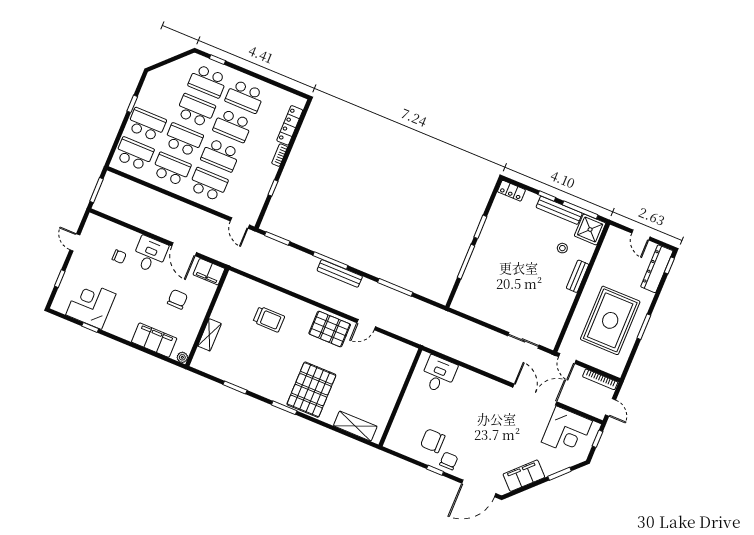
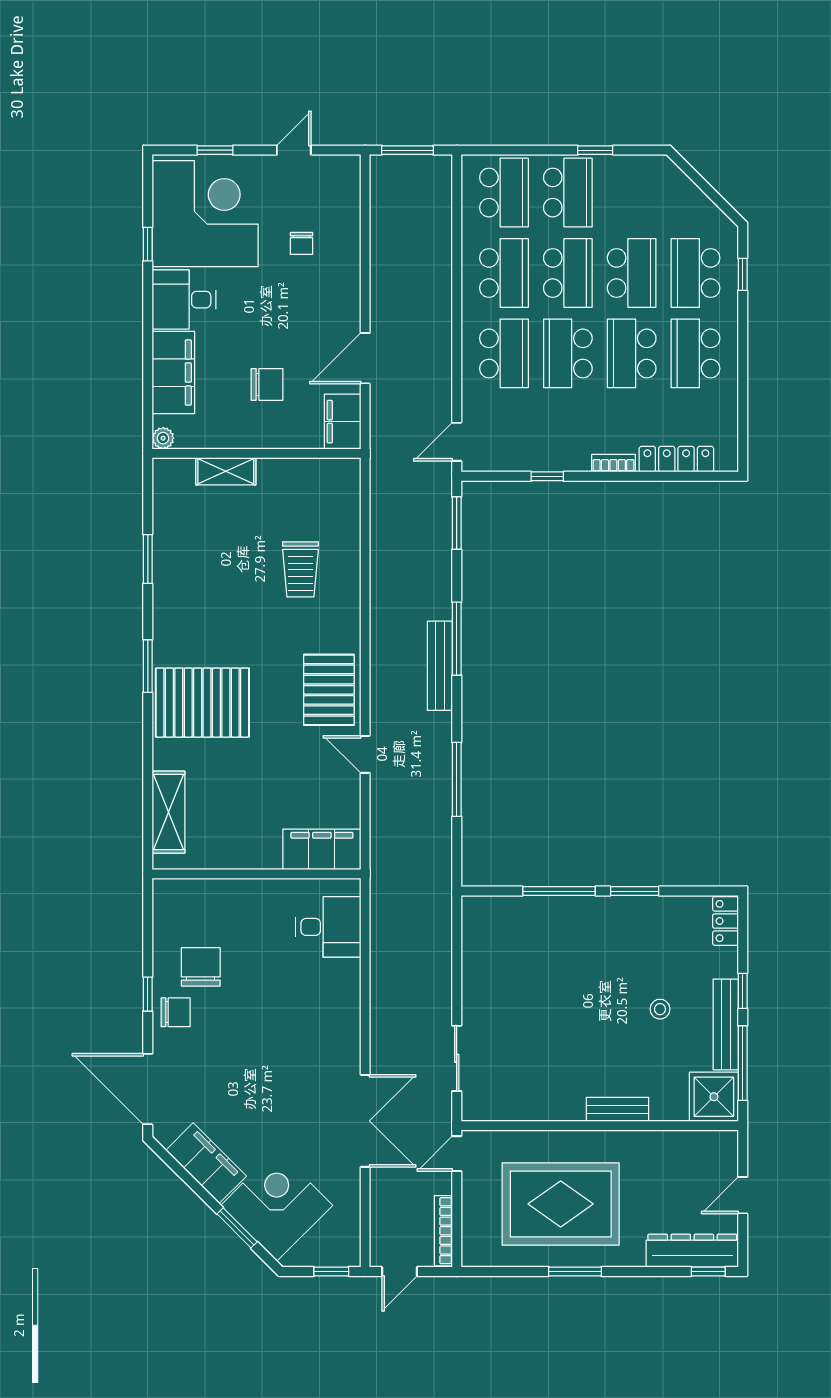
stool: (562, 248) -> (660, 1009), moved
desk: (150, 255) -> (184, 300), moved, turned 180
corner desk: (91, 304) -> (205, 214), width x1.36, depth x1.36
filing cabinet: (402, 363) -> (322, 849), added
corner desk: (567, 431) -> (277, 1205), moved, turned 135

